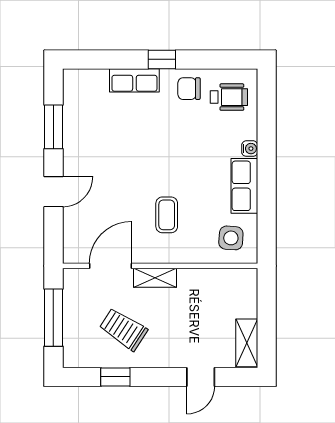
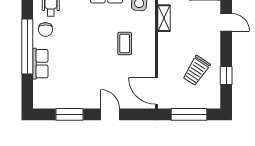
window: (162, 59) -> (27, 47), width x3.17
coffee table: (167, 215) -> (125, 43), turned 90
door: (110, 266) -> (157, 91), moved
shelving: (155, 278) -> (164, 18), moved

